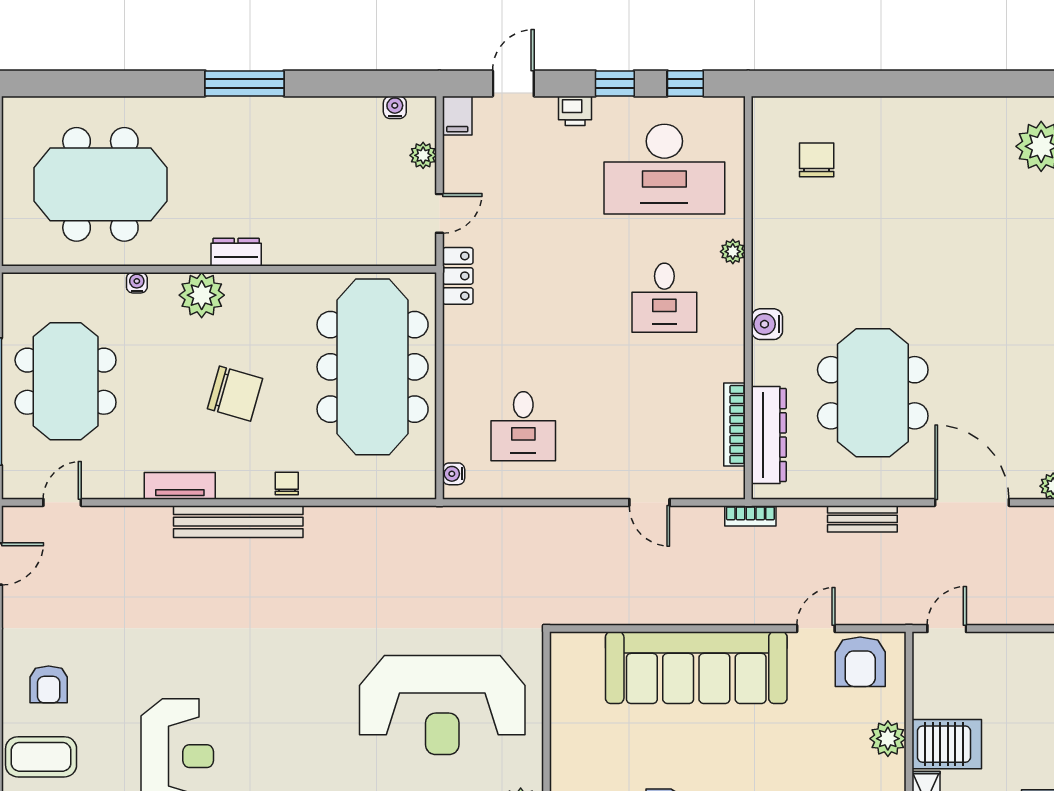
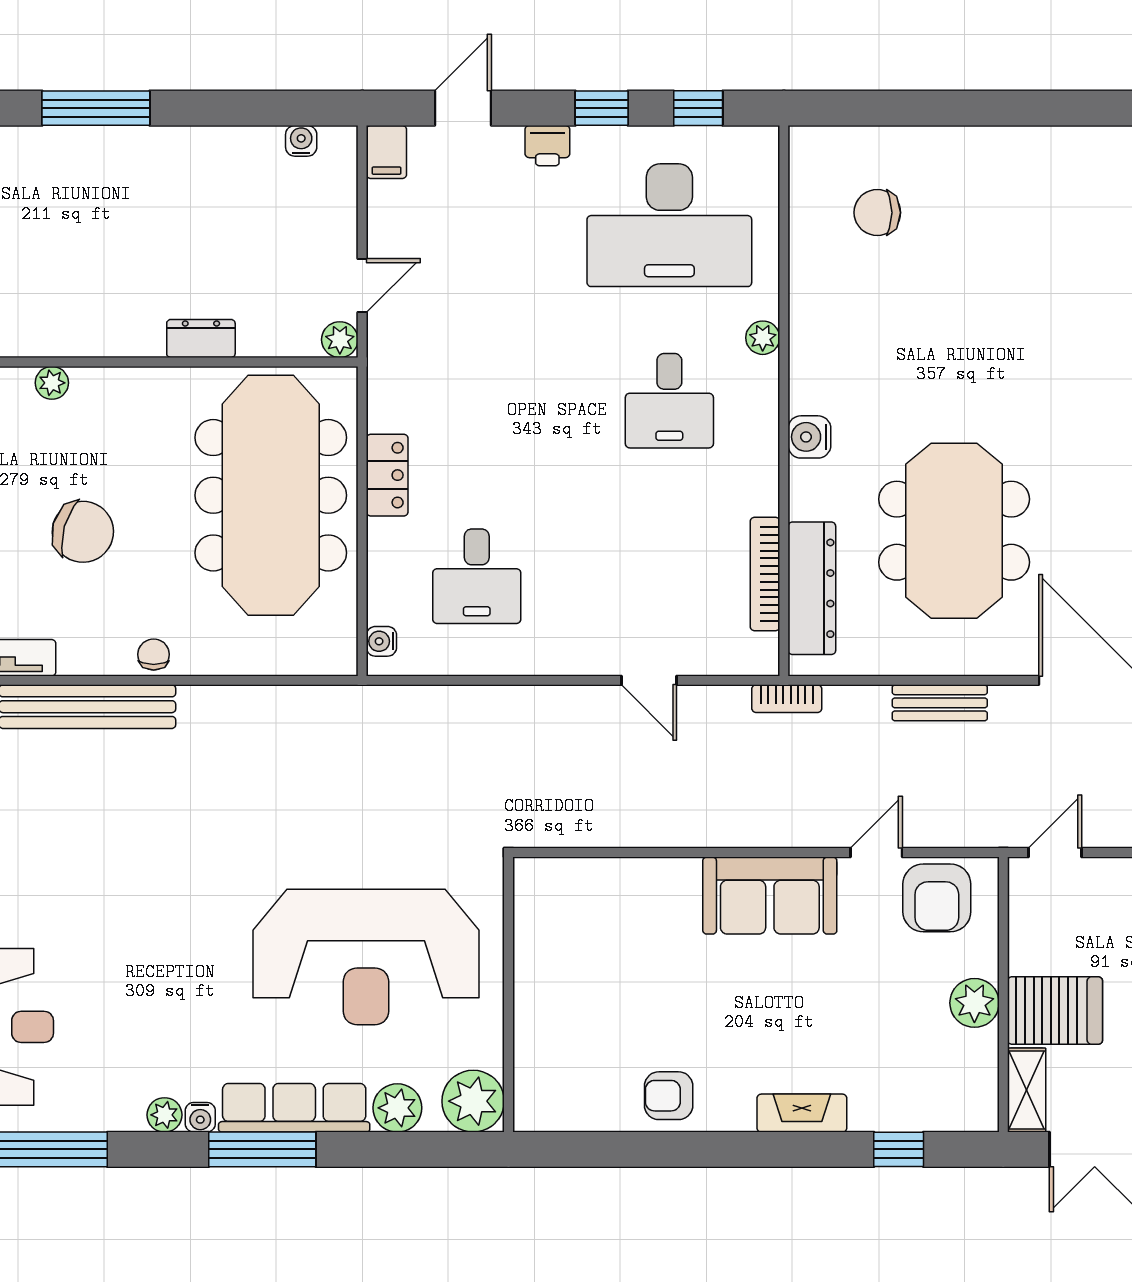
plant: (423, 155) -> (340, 340), moved
chair: (817, 160) -> (877, 213), turned -90
dresser: (236, 252) -> (201, 338), moved
locker: (458, 276) -> (387, 475), moved
plant: (202, 295) -> (52, 383), width x0.53, depth x0.53
sofa: (696, 668) -> (770, 896), width x0.54, depth x0.79

